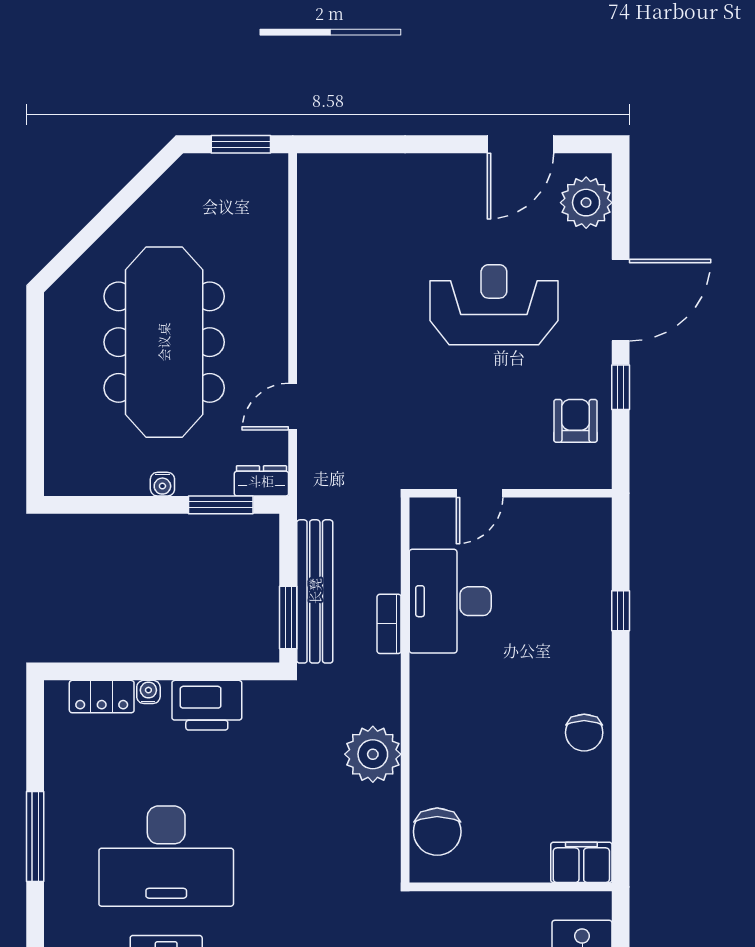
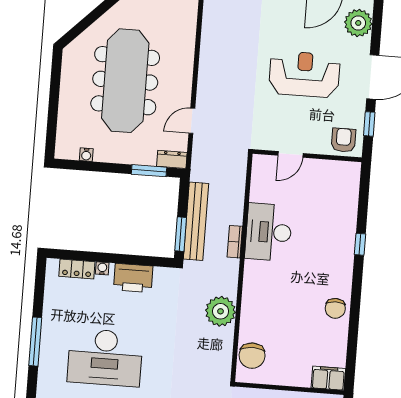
water cooler: (162, 484) -> (86, 155), moved
door: (480, 493) -> (290, 154), moved
wall: (511, 493) -> (307, 156), moved

